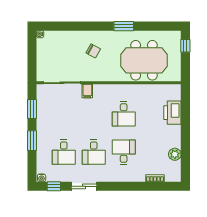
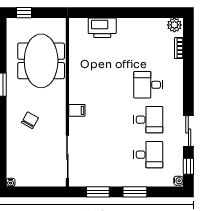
filing cabinet: (87, 91) -> (77, 110), moved
desk: (124, 114) -> (104, 85), removed
plant: (175, 154) -> (174, 25), moved

